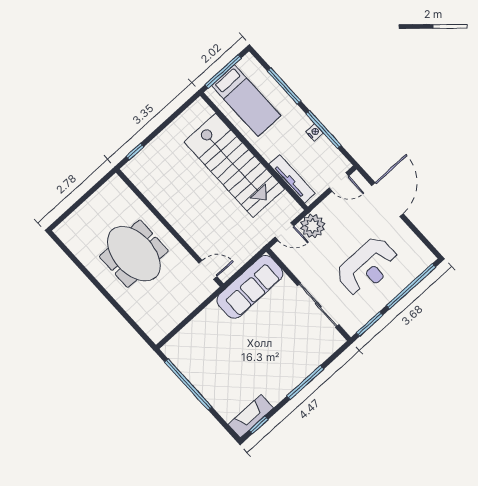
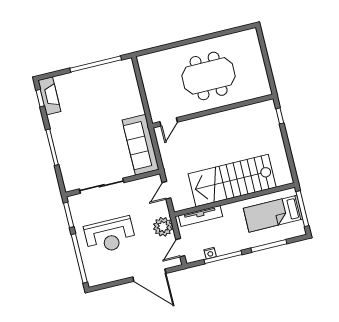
nightstand: (315, 132) -> (210, 253), moved
plant: (313, 226) -> (163, 227), moved
reception desk: (367, 267) -> (110, 235), turned -90

